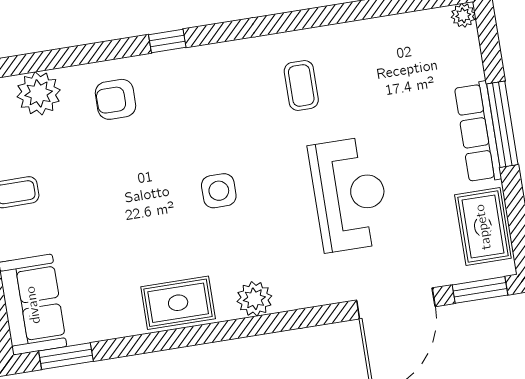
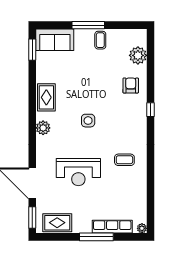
row of seats: (478, 132) -> (112, 227), moved

